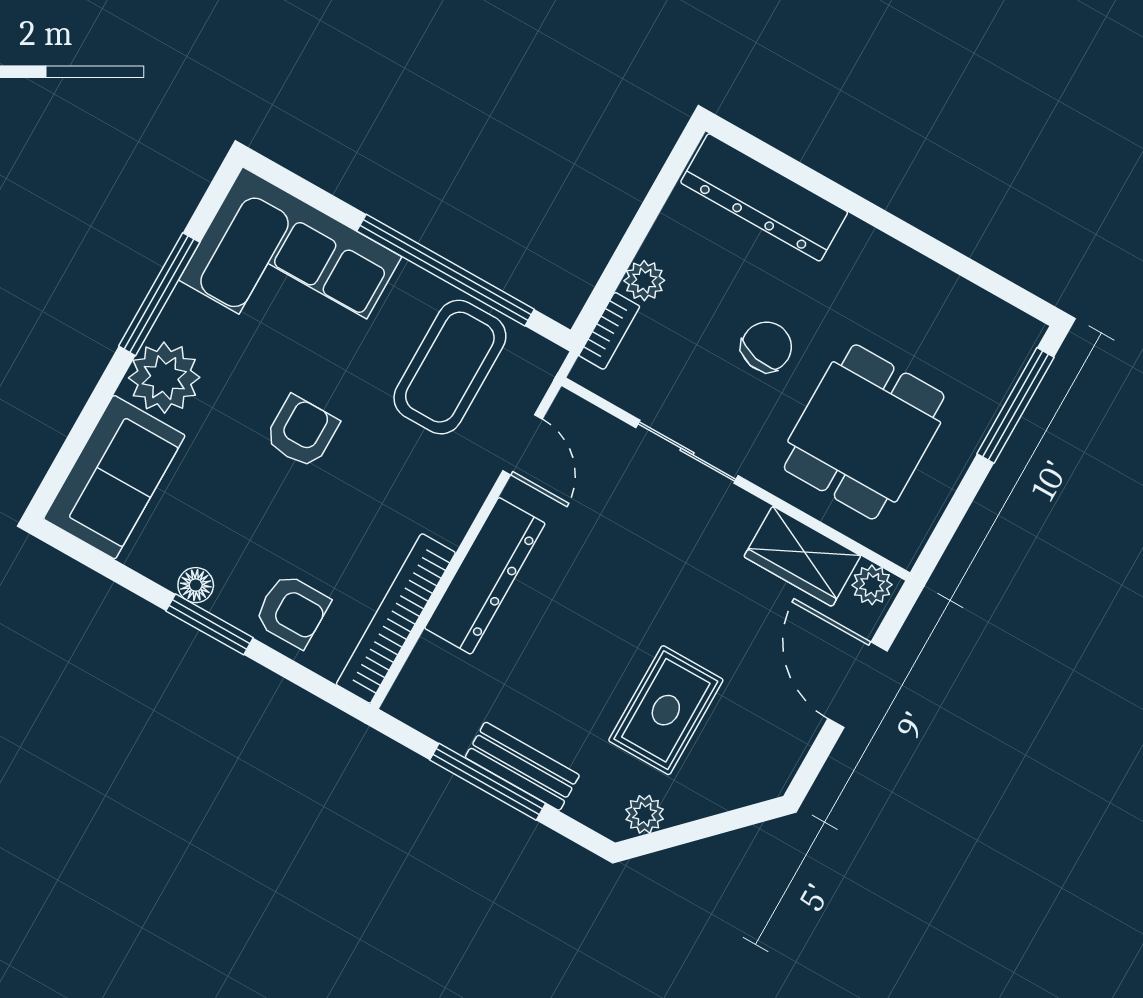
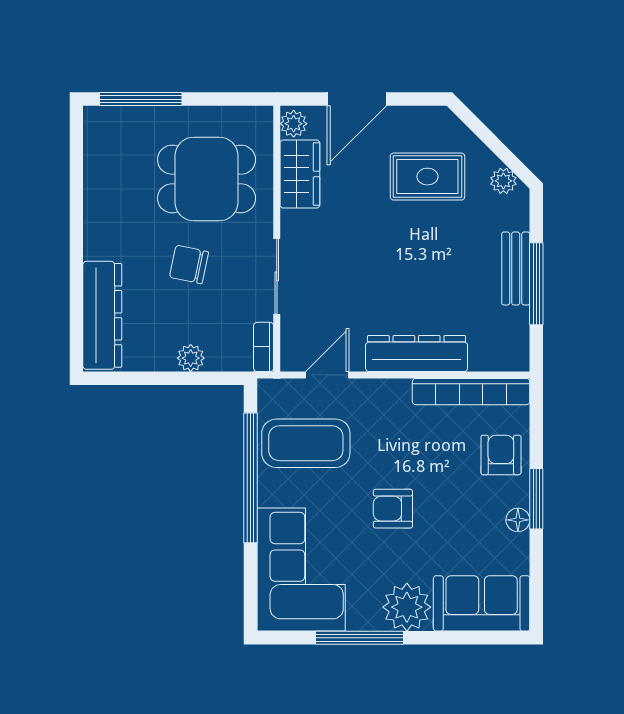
bookcase: (609, 331) -> (264, 347), moved, turned -90
rug: (666, 710) -> (427, 177), moved

